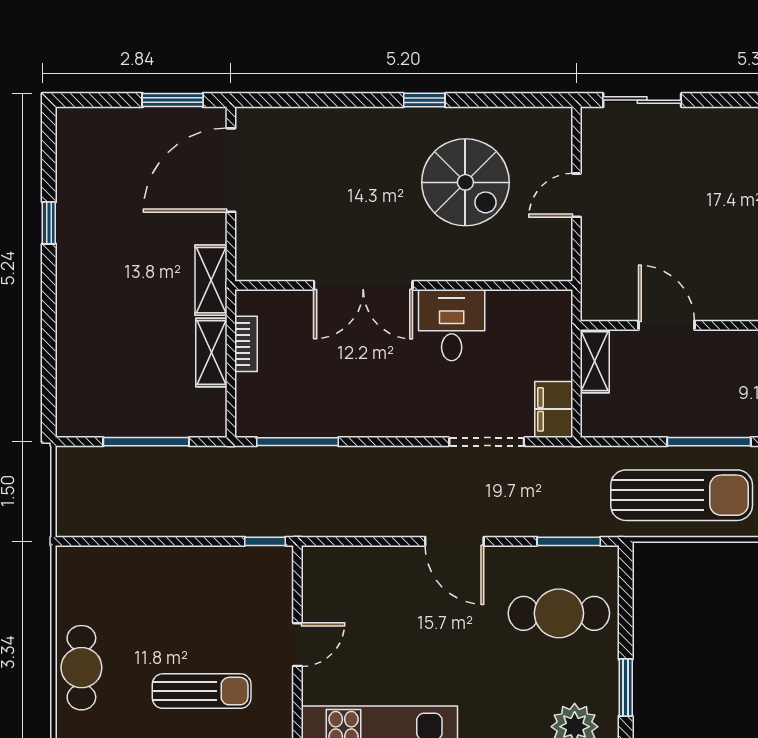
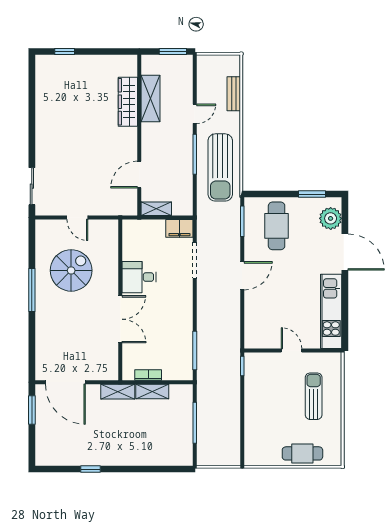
window: (424, 100) -> (32, 290), width x2.17
sun lounger: (682, 495) -> (220, 167), turned 180

